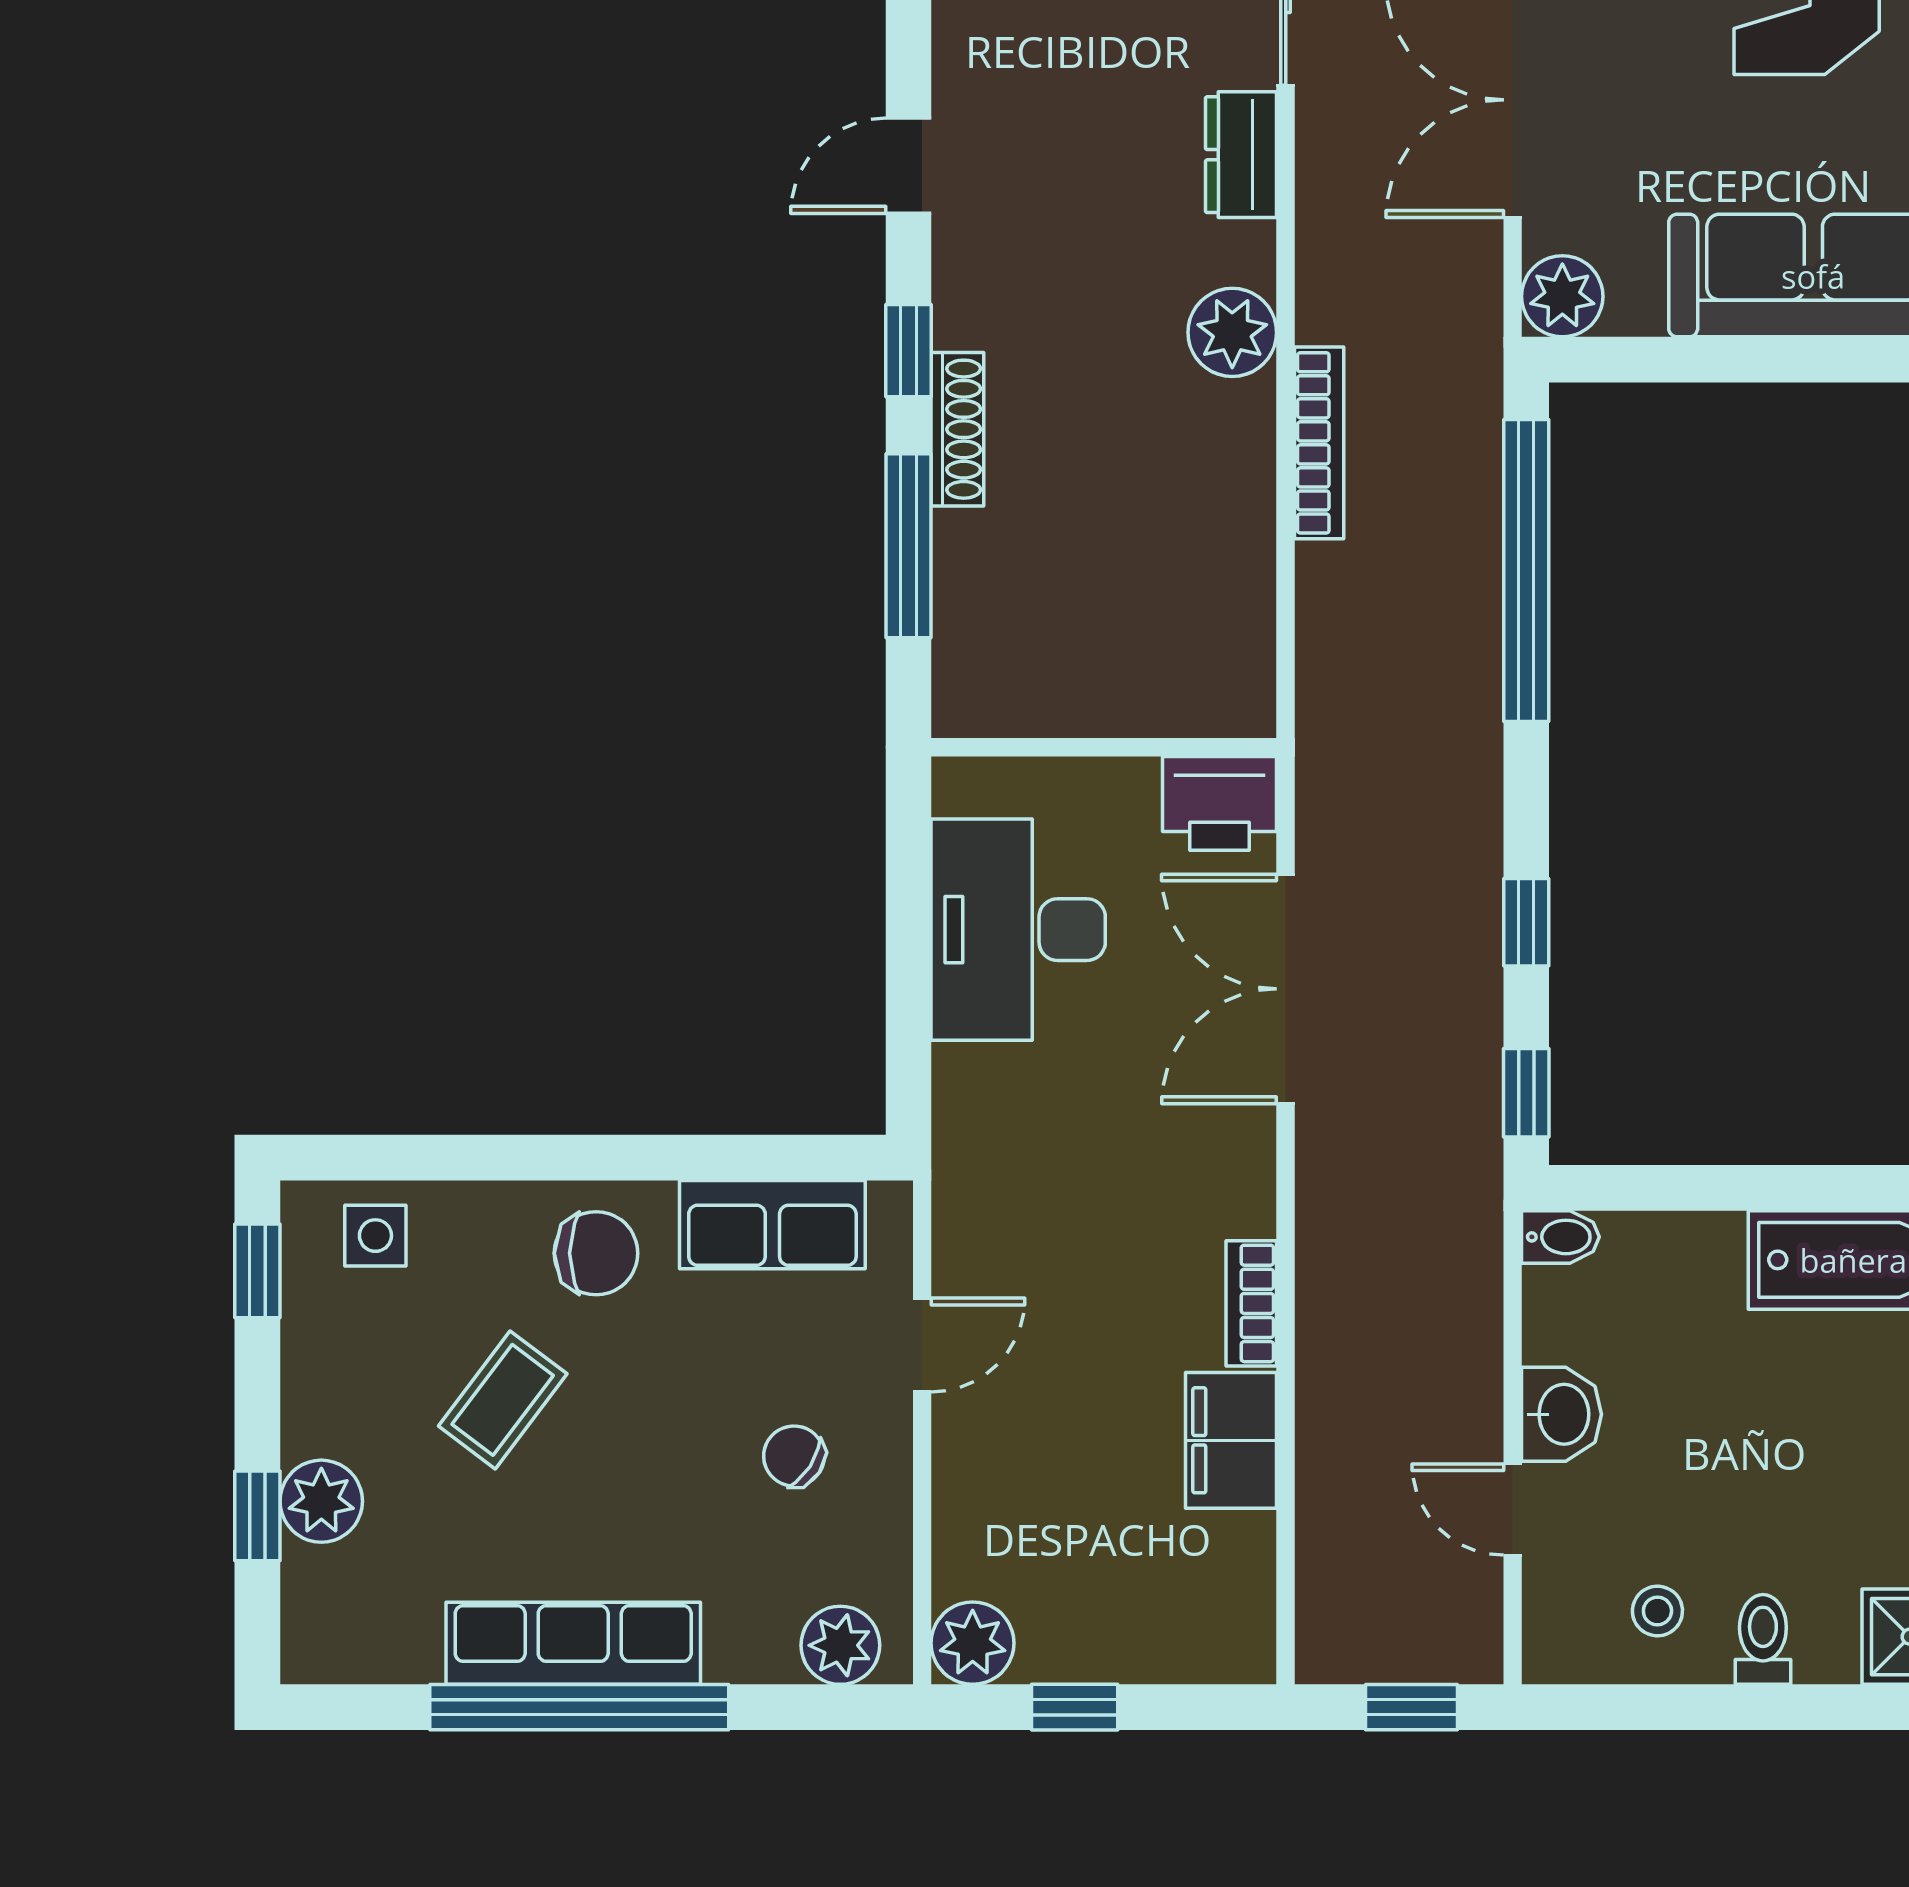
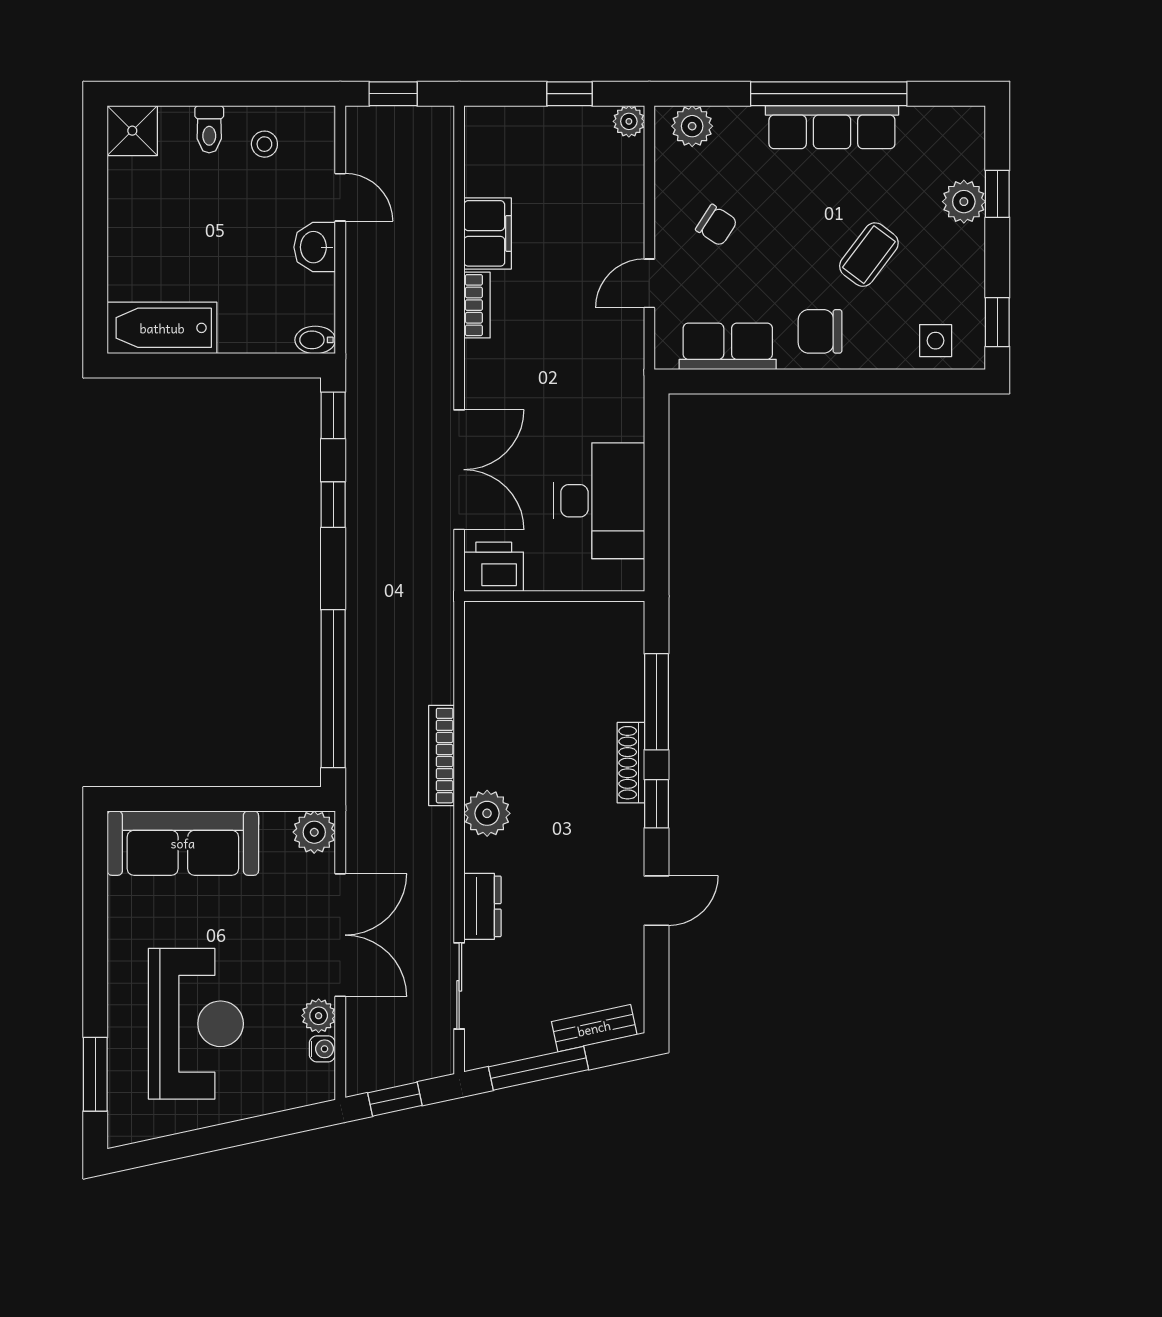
plant: (973, 1643) -> (629, 121), width x0.73, depth x0.73

